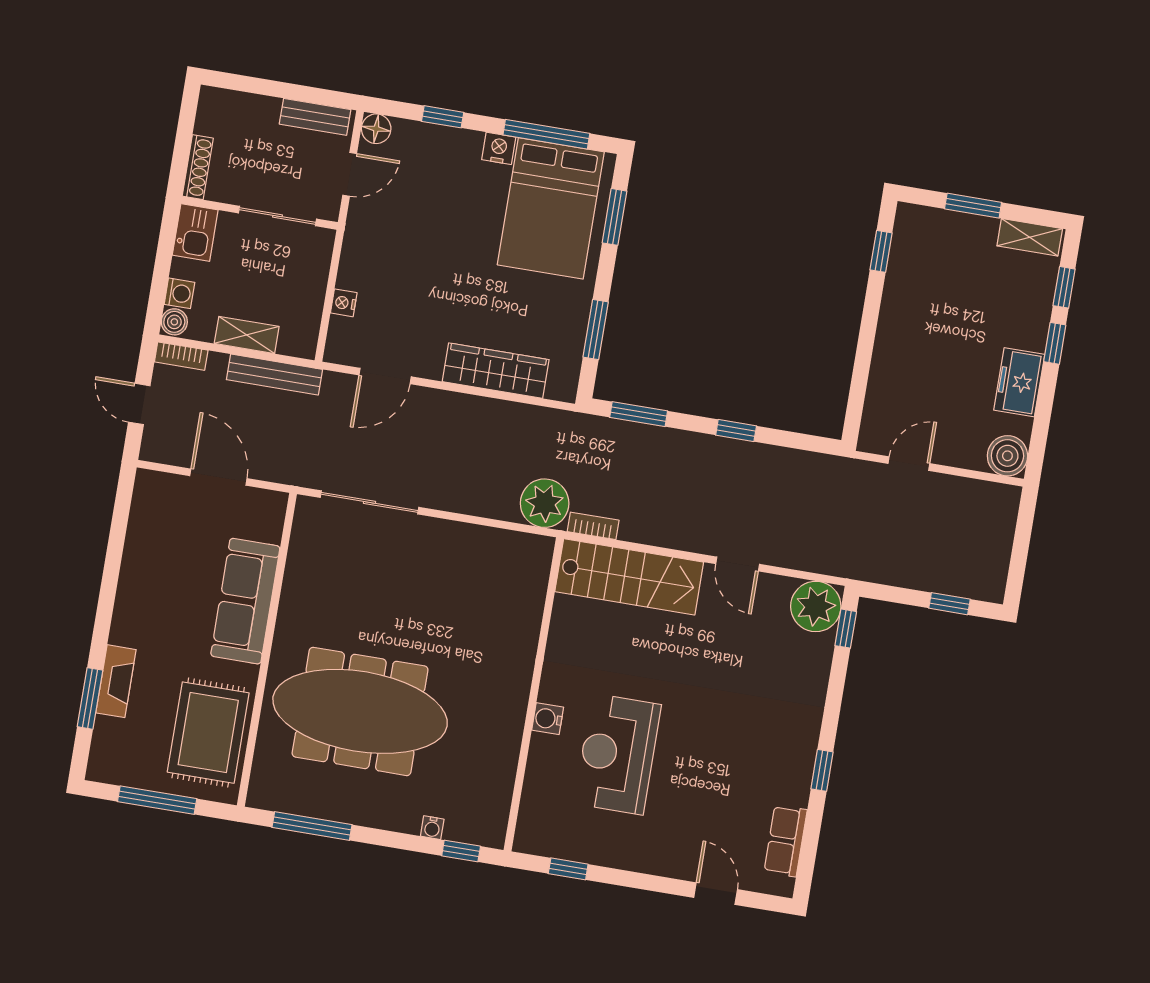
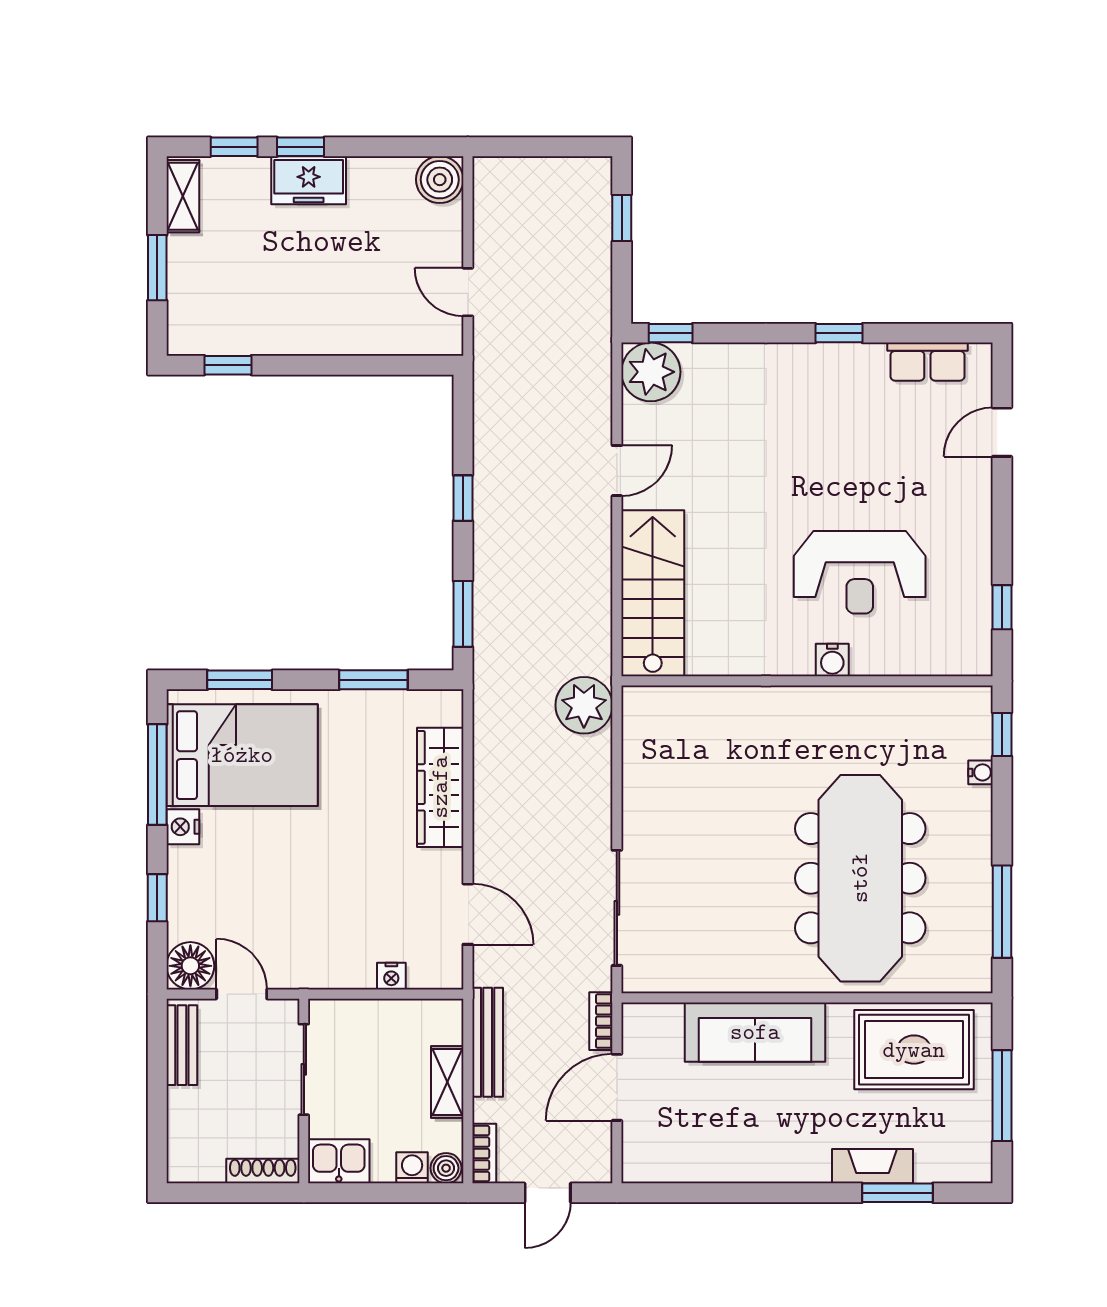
floor lamp: (376, 129) -> (190, 966), width x1.38, depth x1.38
freezer: (1019, 382) -> (309, 180), moved
bookcase: (593, 526) -> (601, 1021), moved

